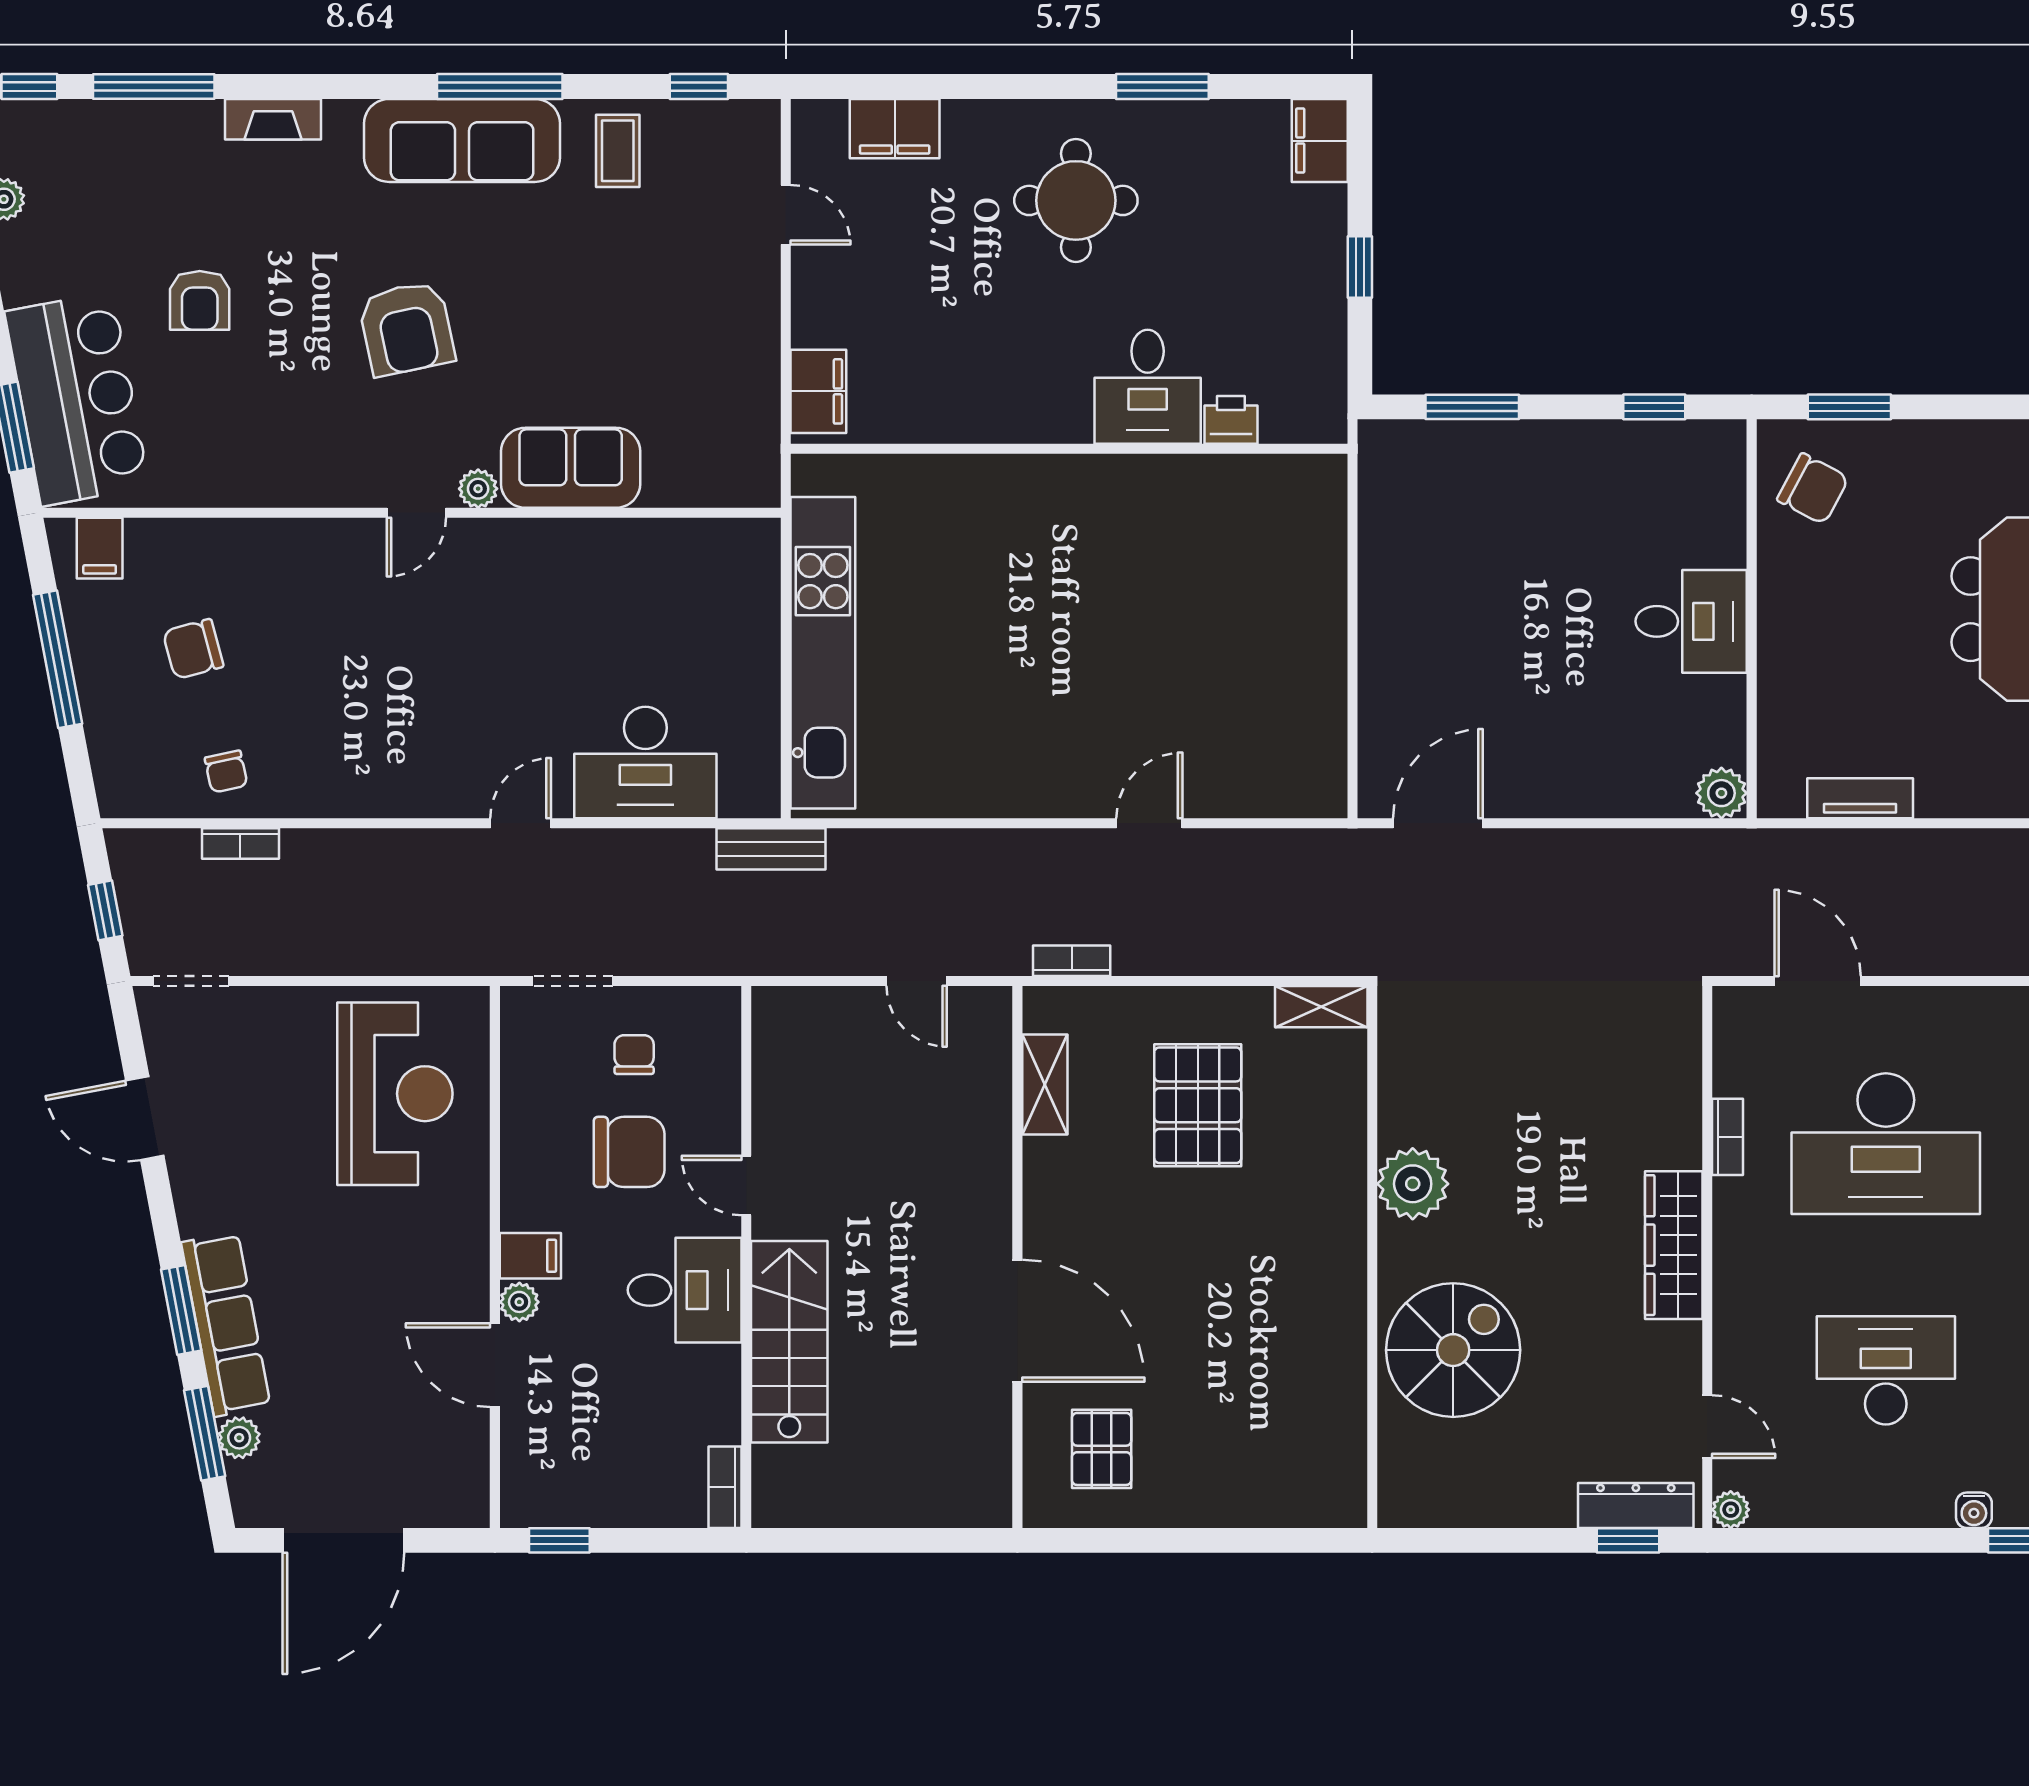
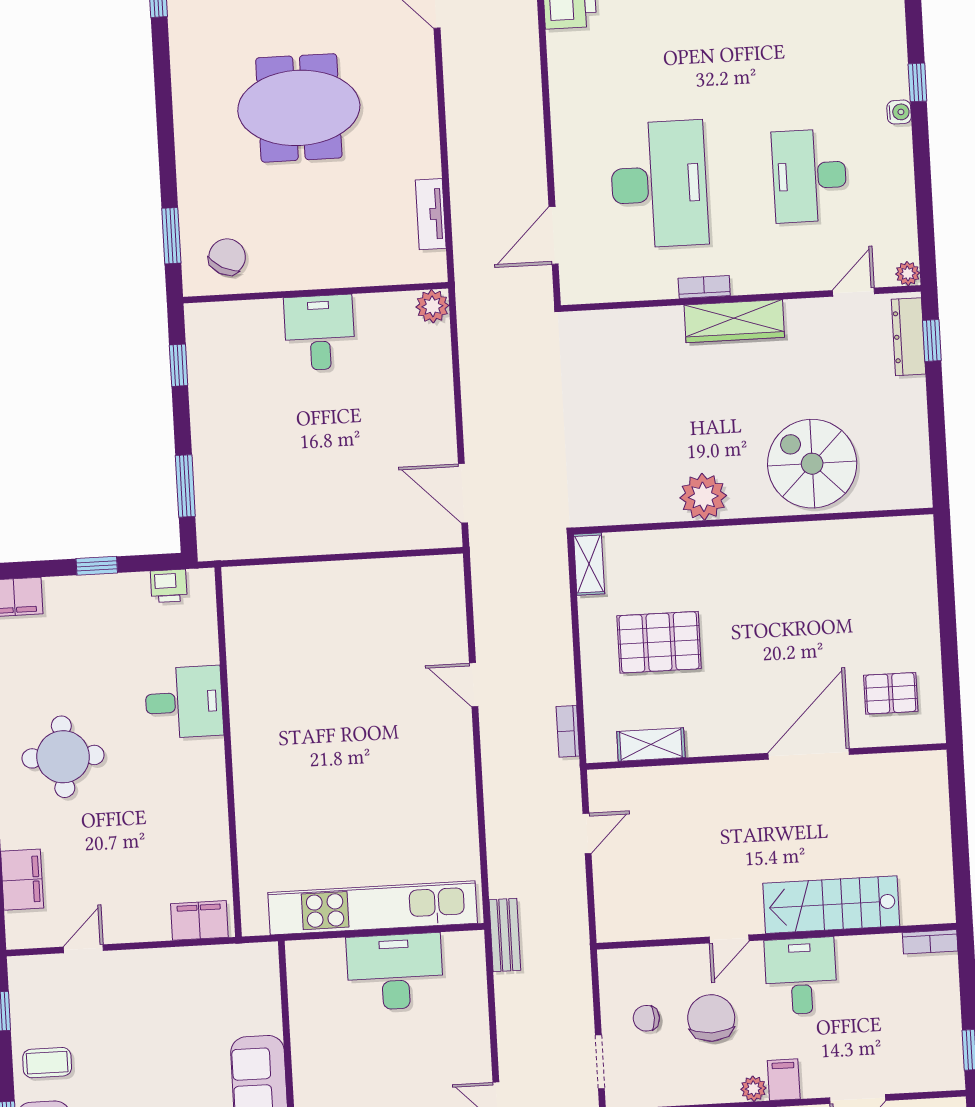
printer: (1231, 420) -> (169, 586), moved, turned -90
desk: (645, 763) -> (395, 972), moved, turned -90
bookcase: (1728, 1137) -> (704, 287), moved
plant: (519, 1302) -> (753, 1089), moved

